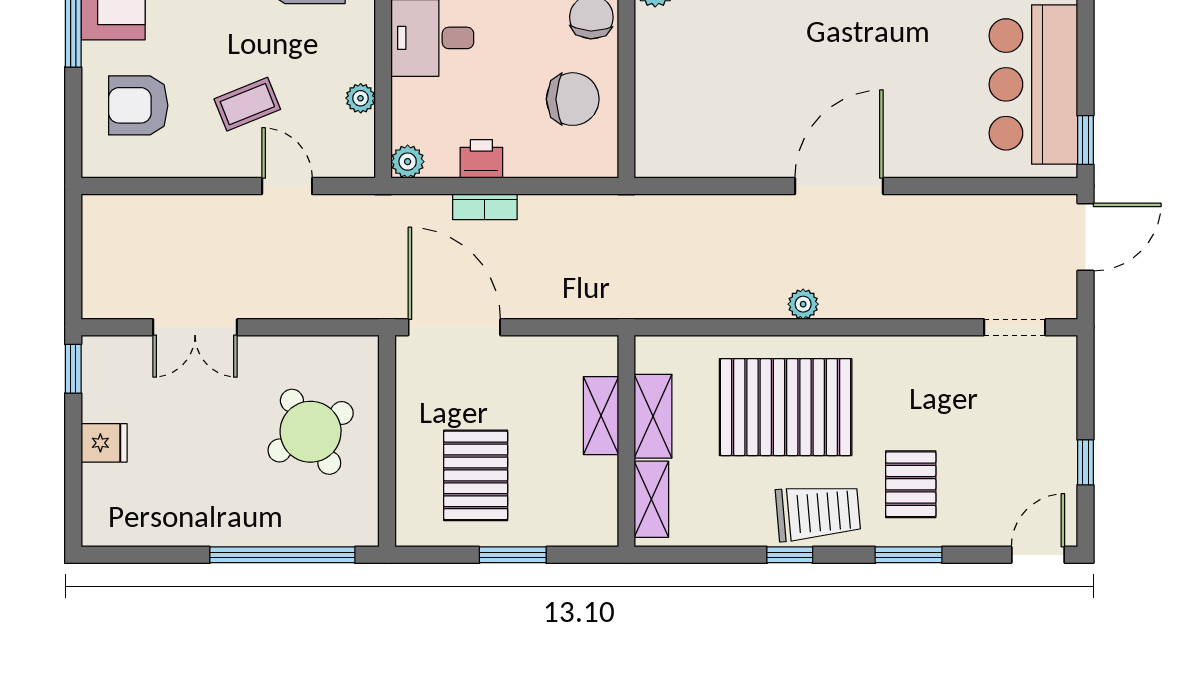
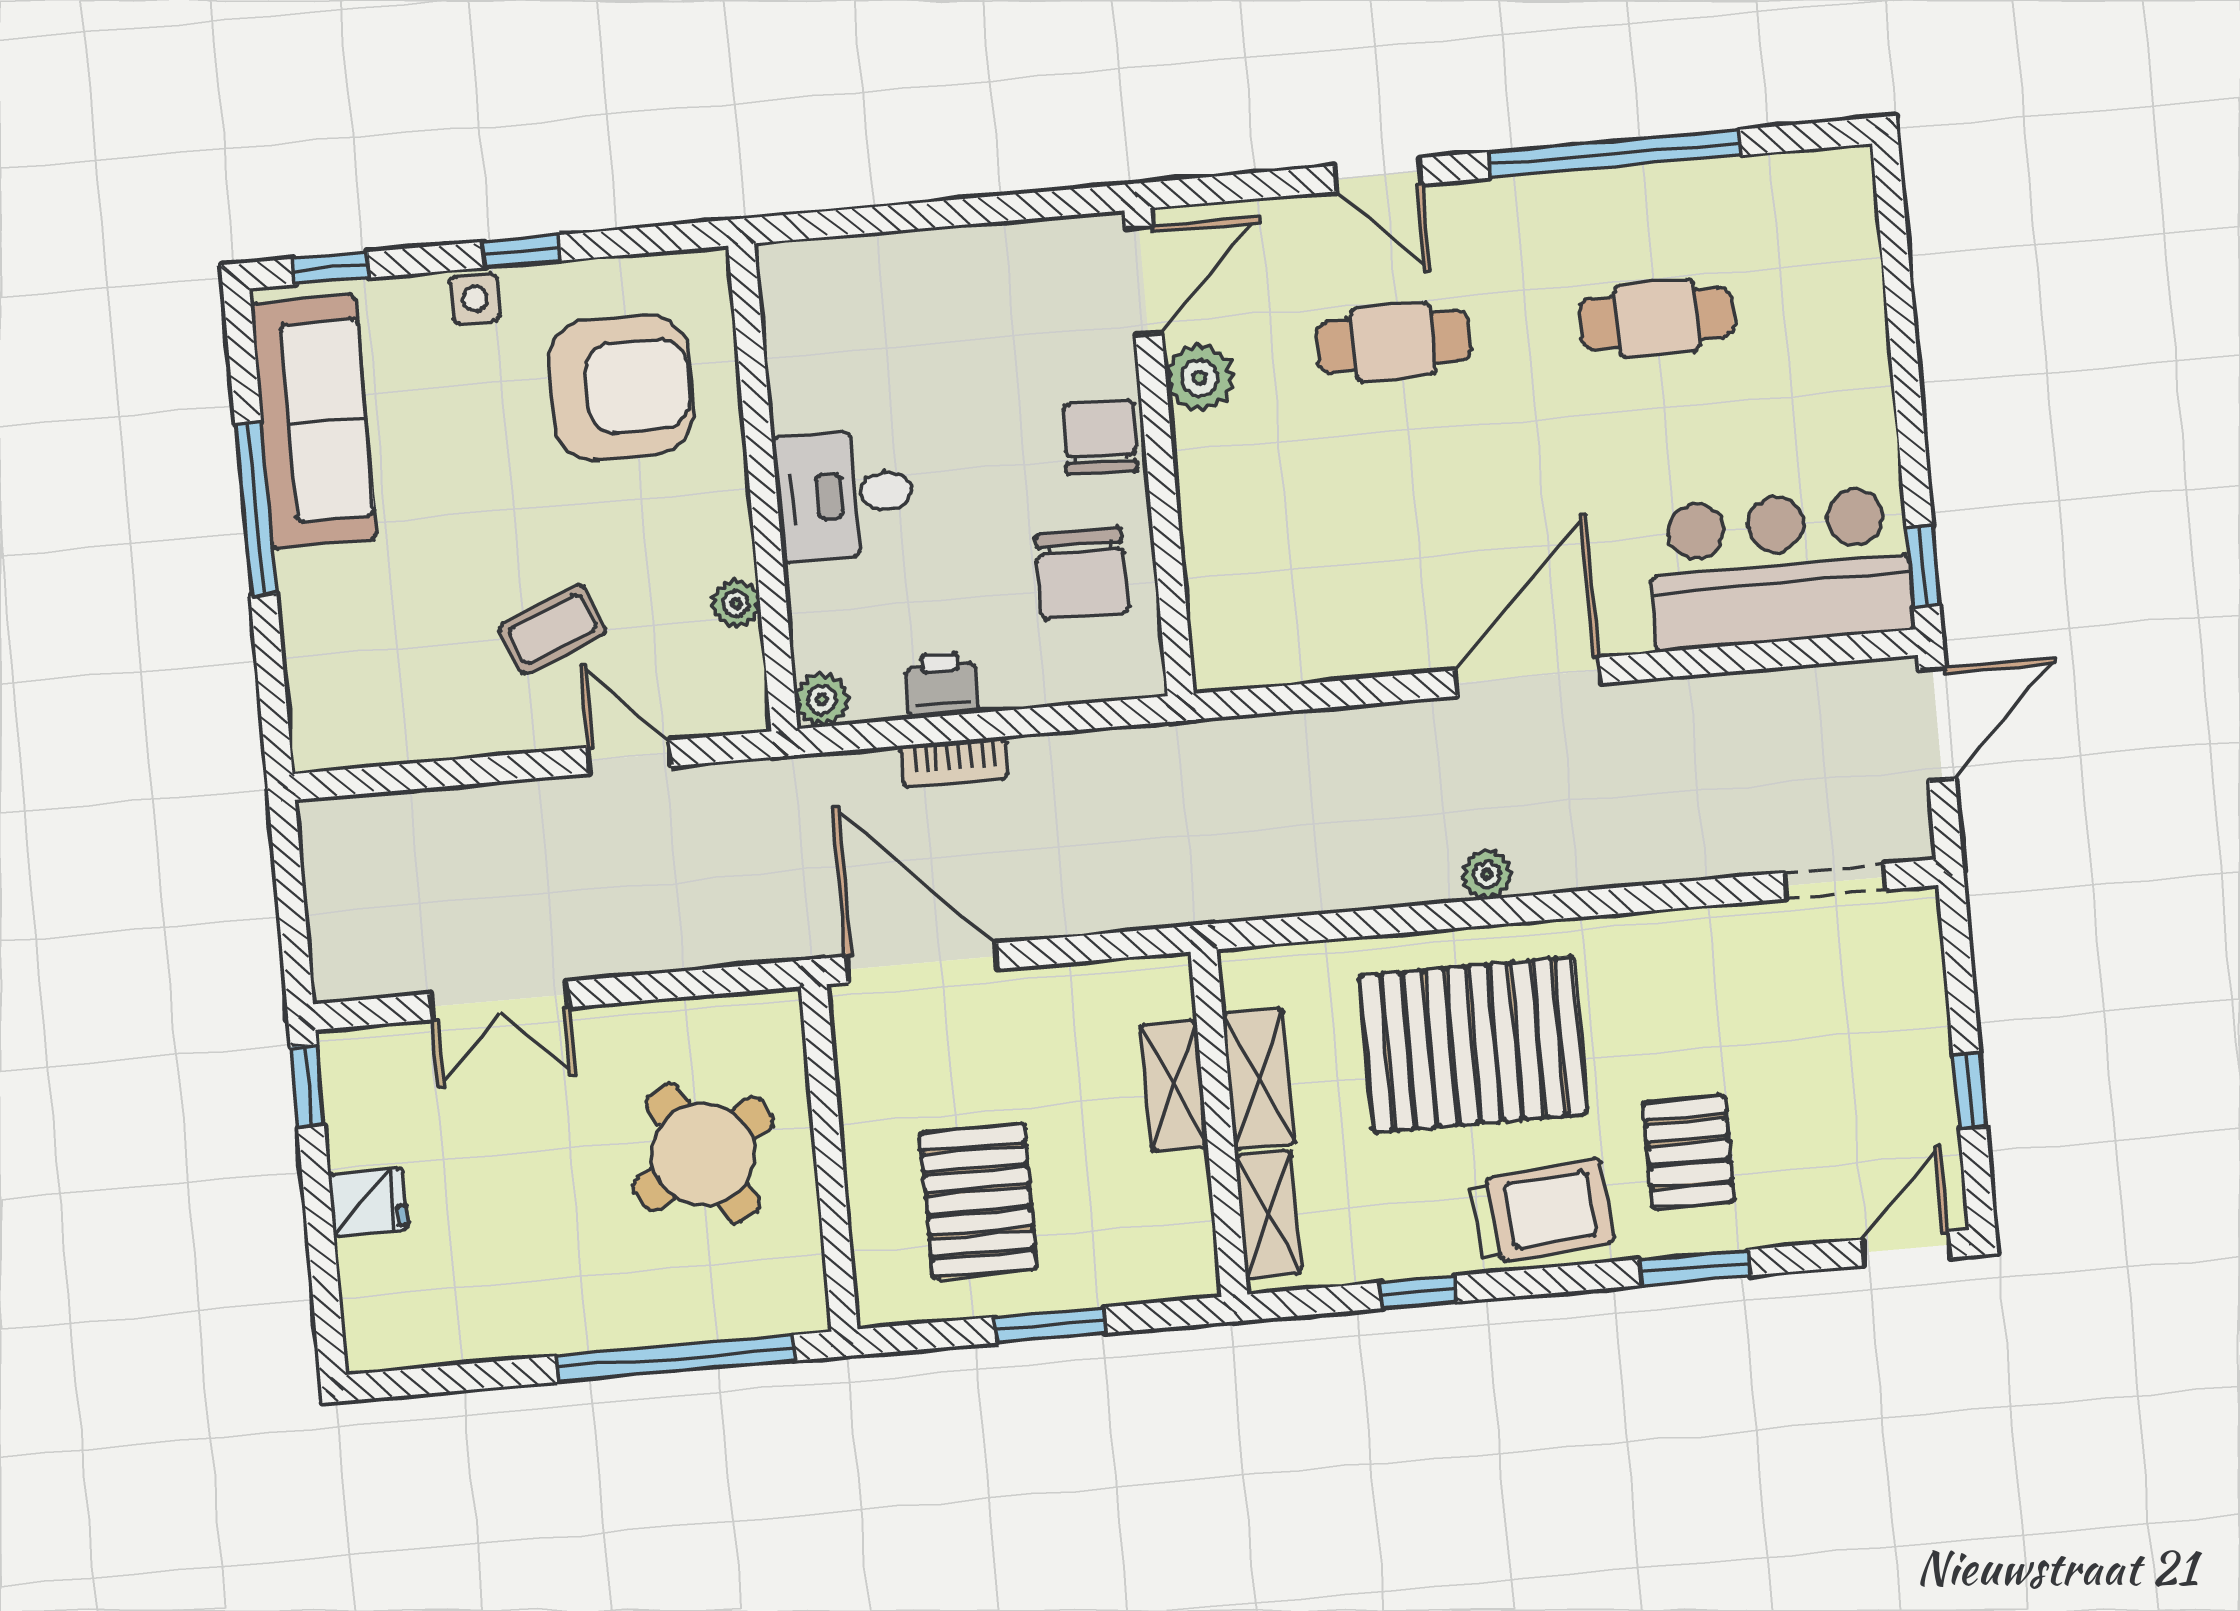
bar counter: (1033, 84) -> (1780, 569), moved, turned 90
chair: (573, 99) -> (1082, 574), turned 90
armchair: (138, 105) -> (375, 647), removed
window: (790, 555) -> (1418, 1292), moved

